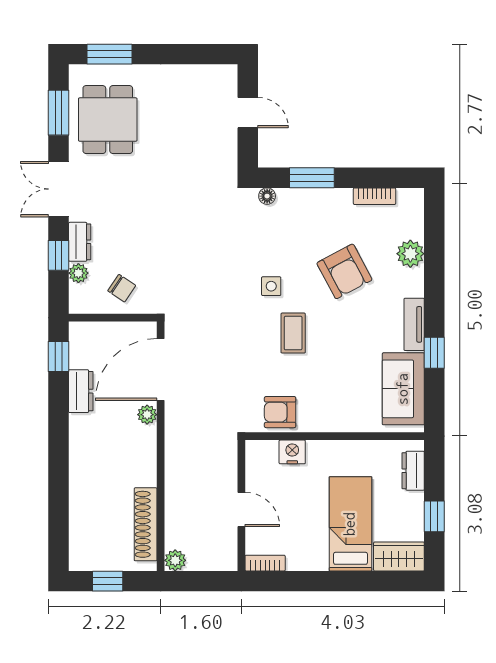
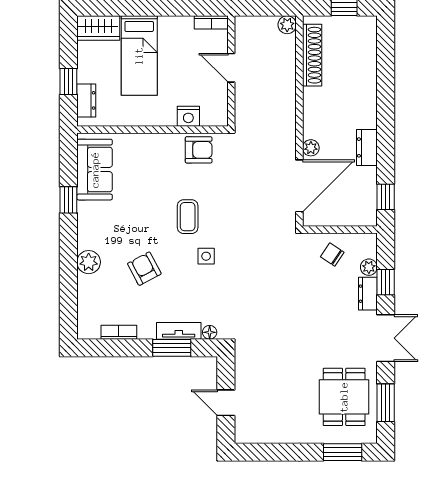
plant: (410, 254) -> (89, 262), moved
armchair: (344, 271) -> (144, 269), width x0.72, depth x0.72
tv unit: (414, 324) -> (179, 331), moved, turned -90
dresser: (81, 391) -> (367, 147), moved
window: (434, 516) -> (68, 82), moved

